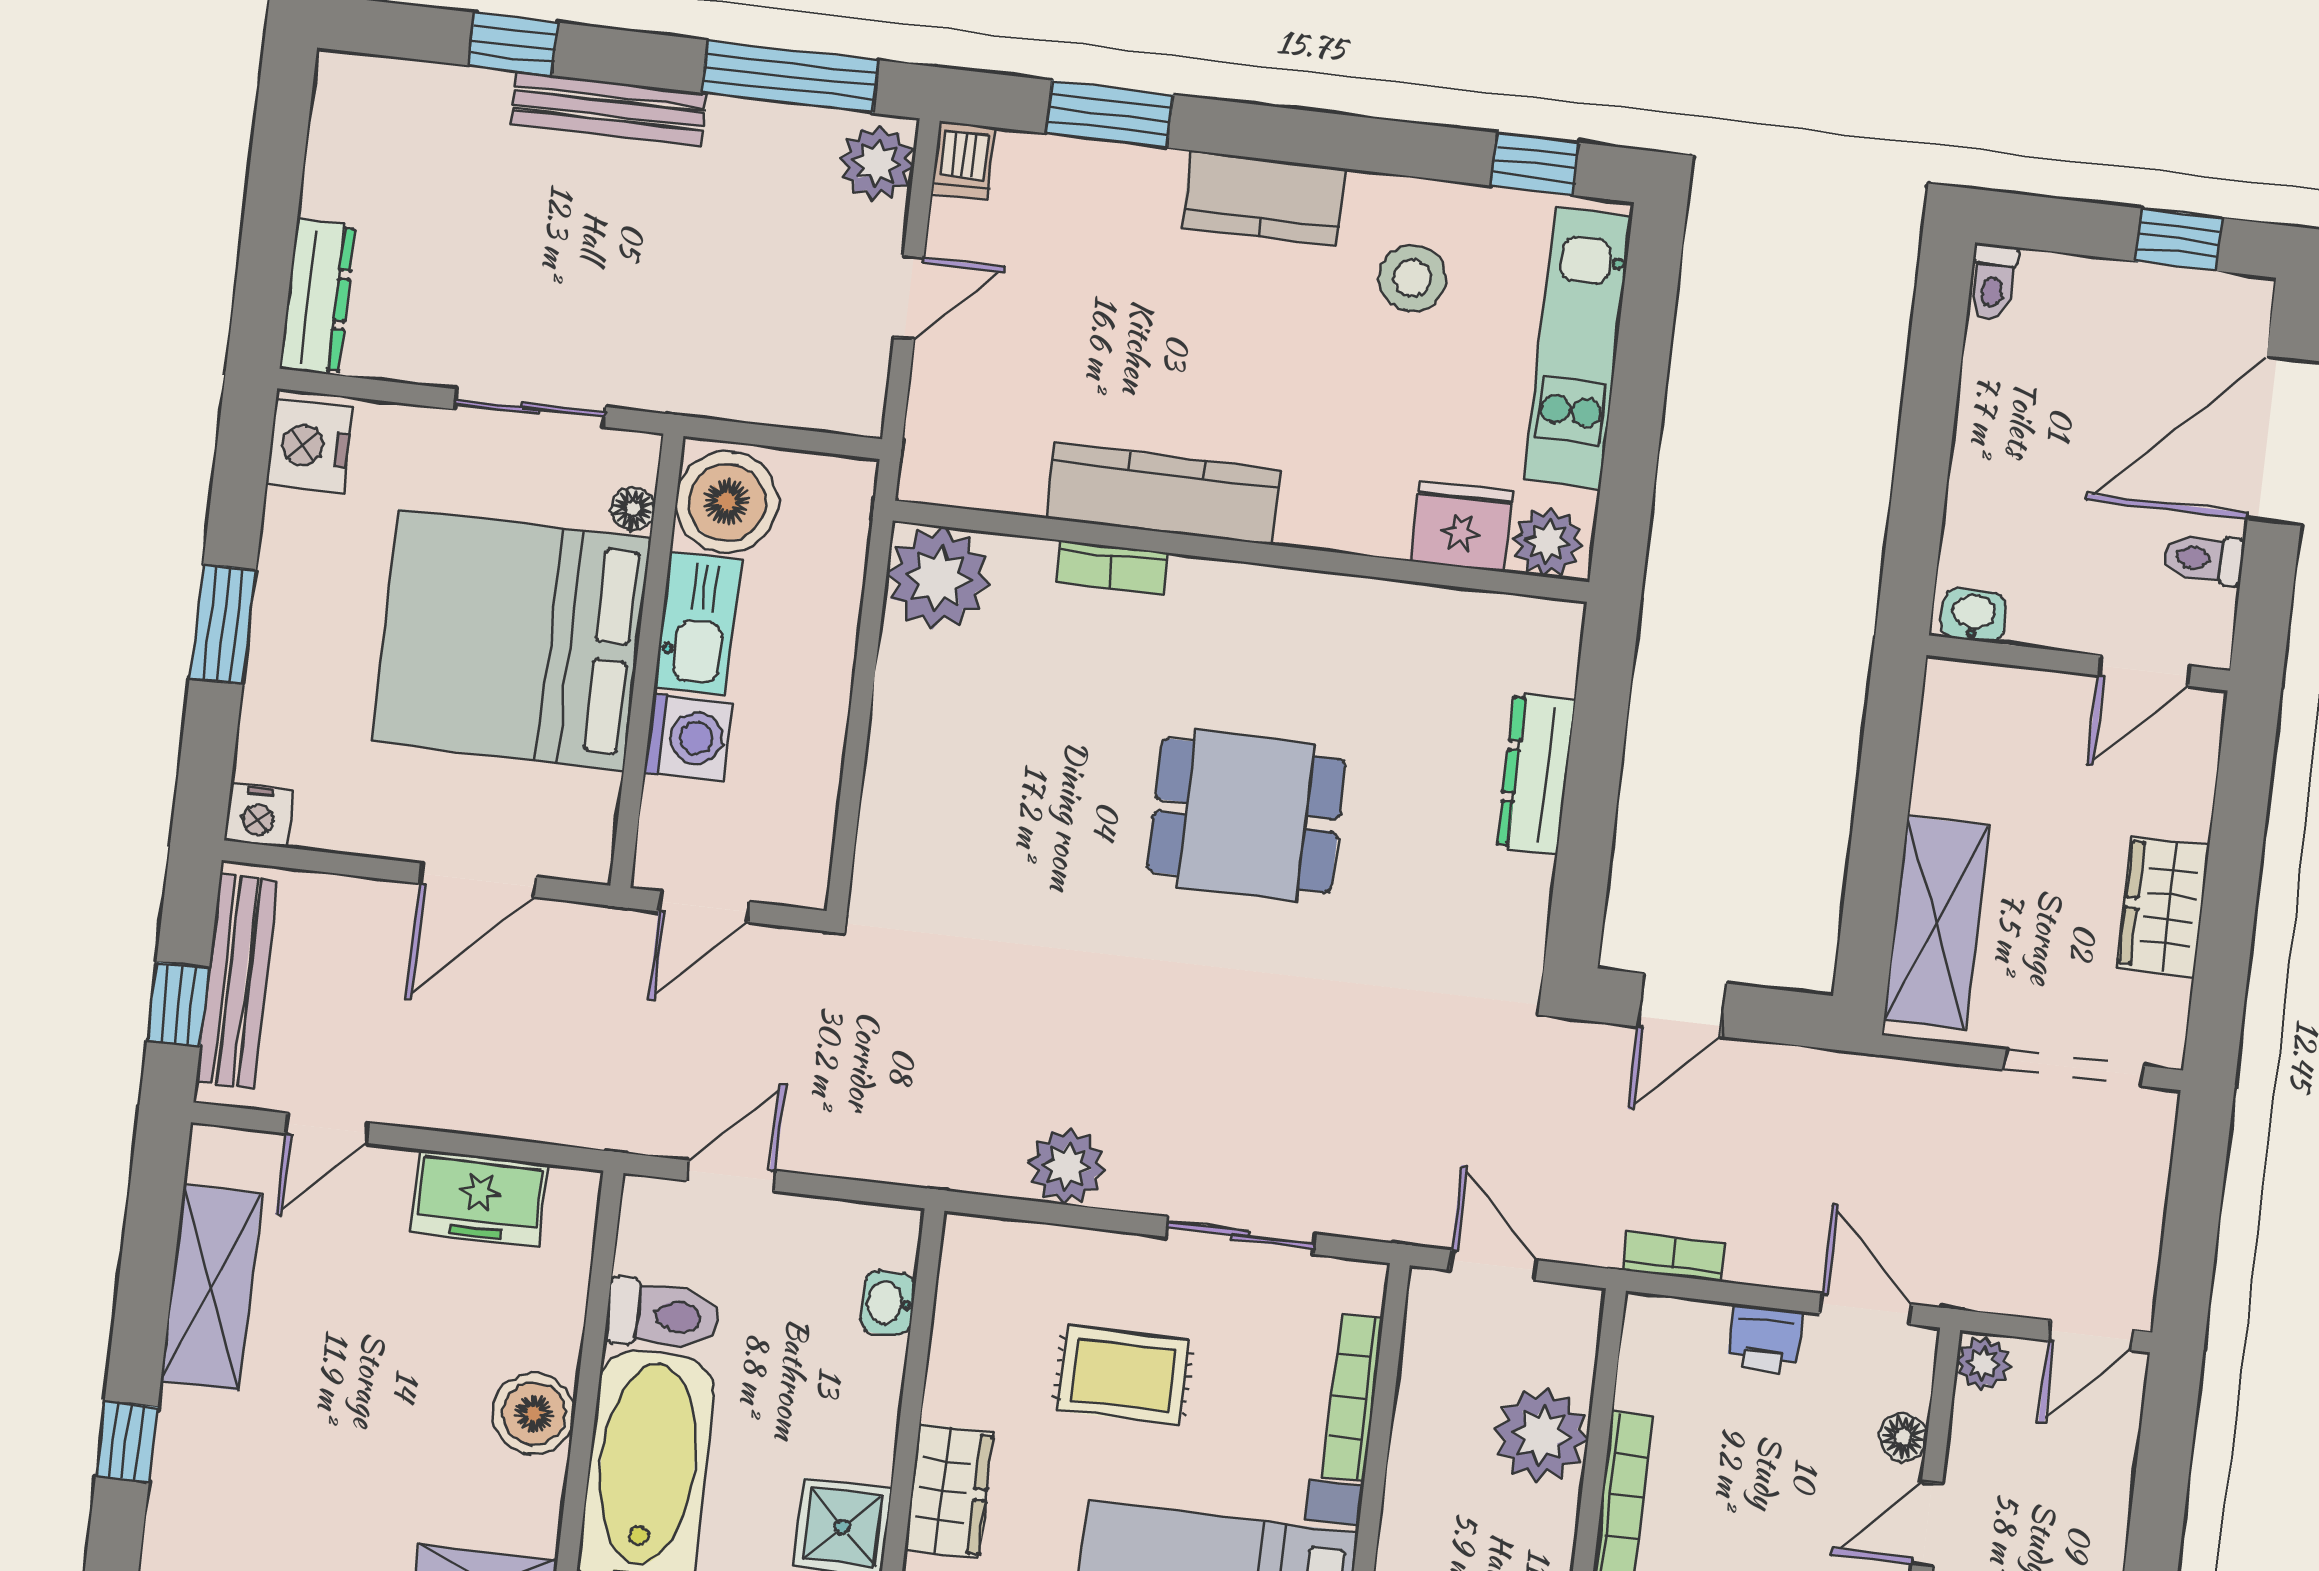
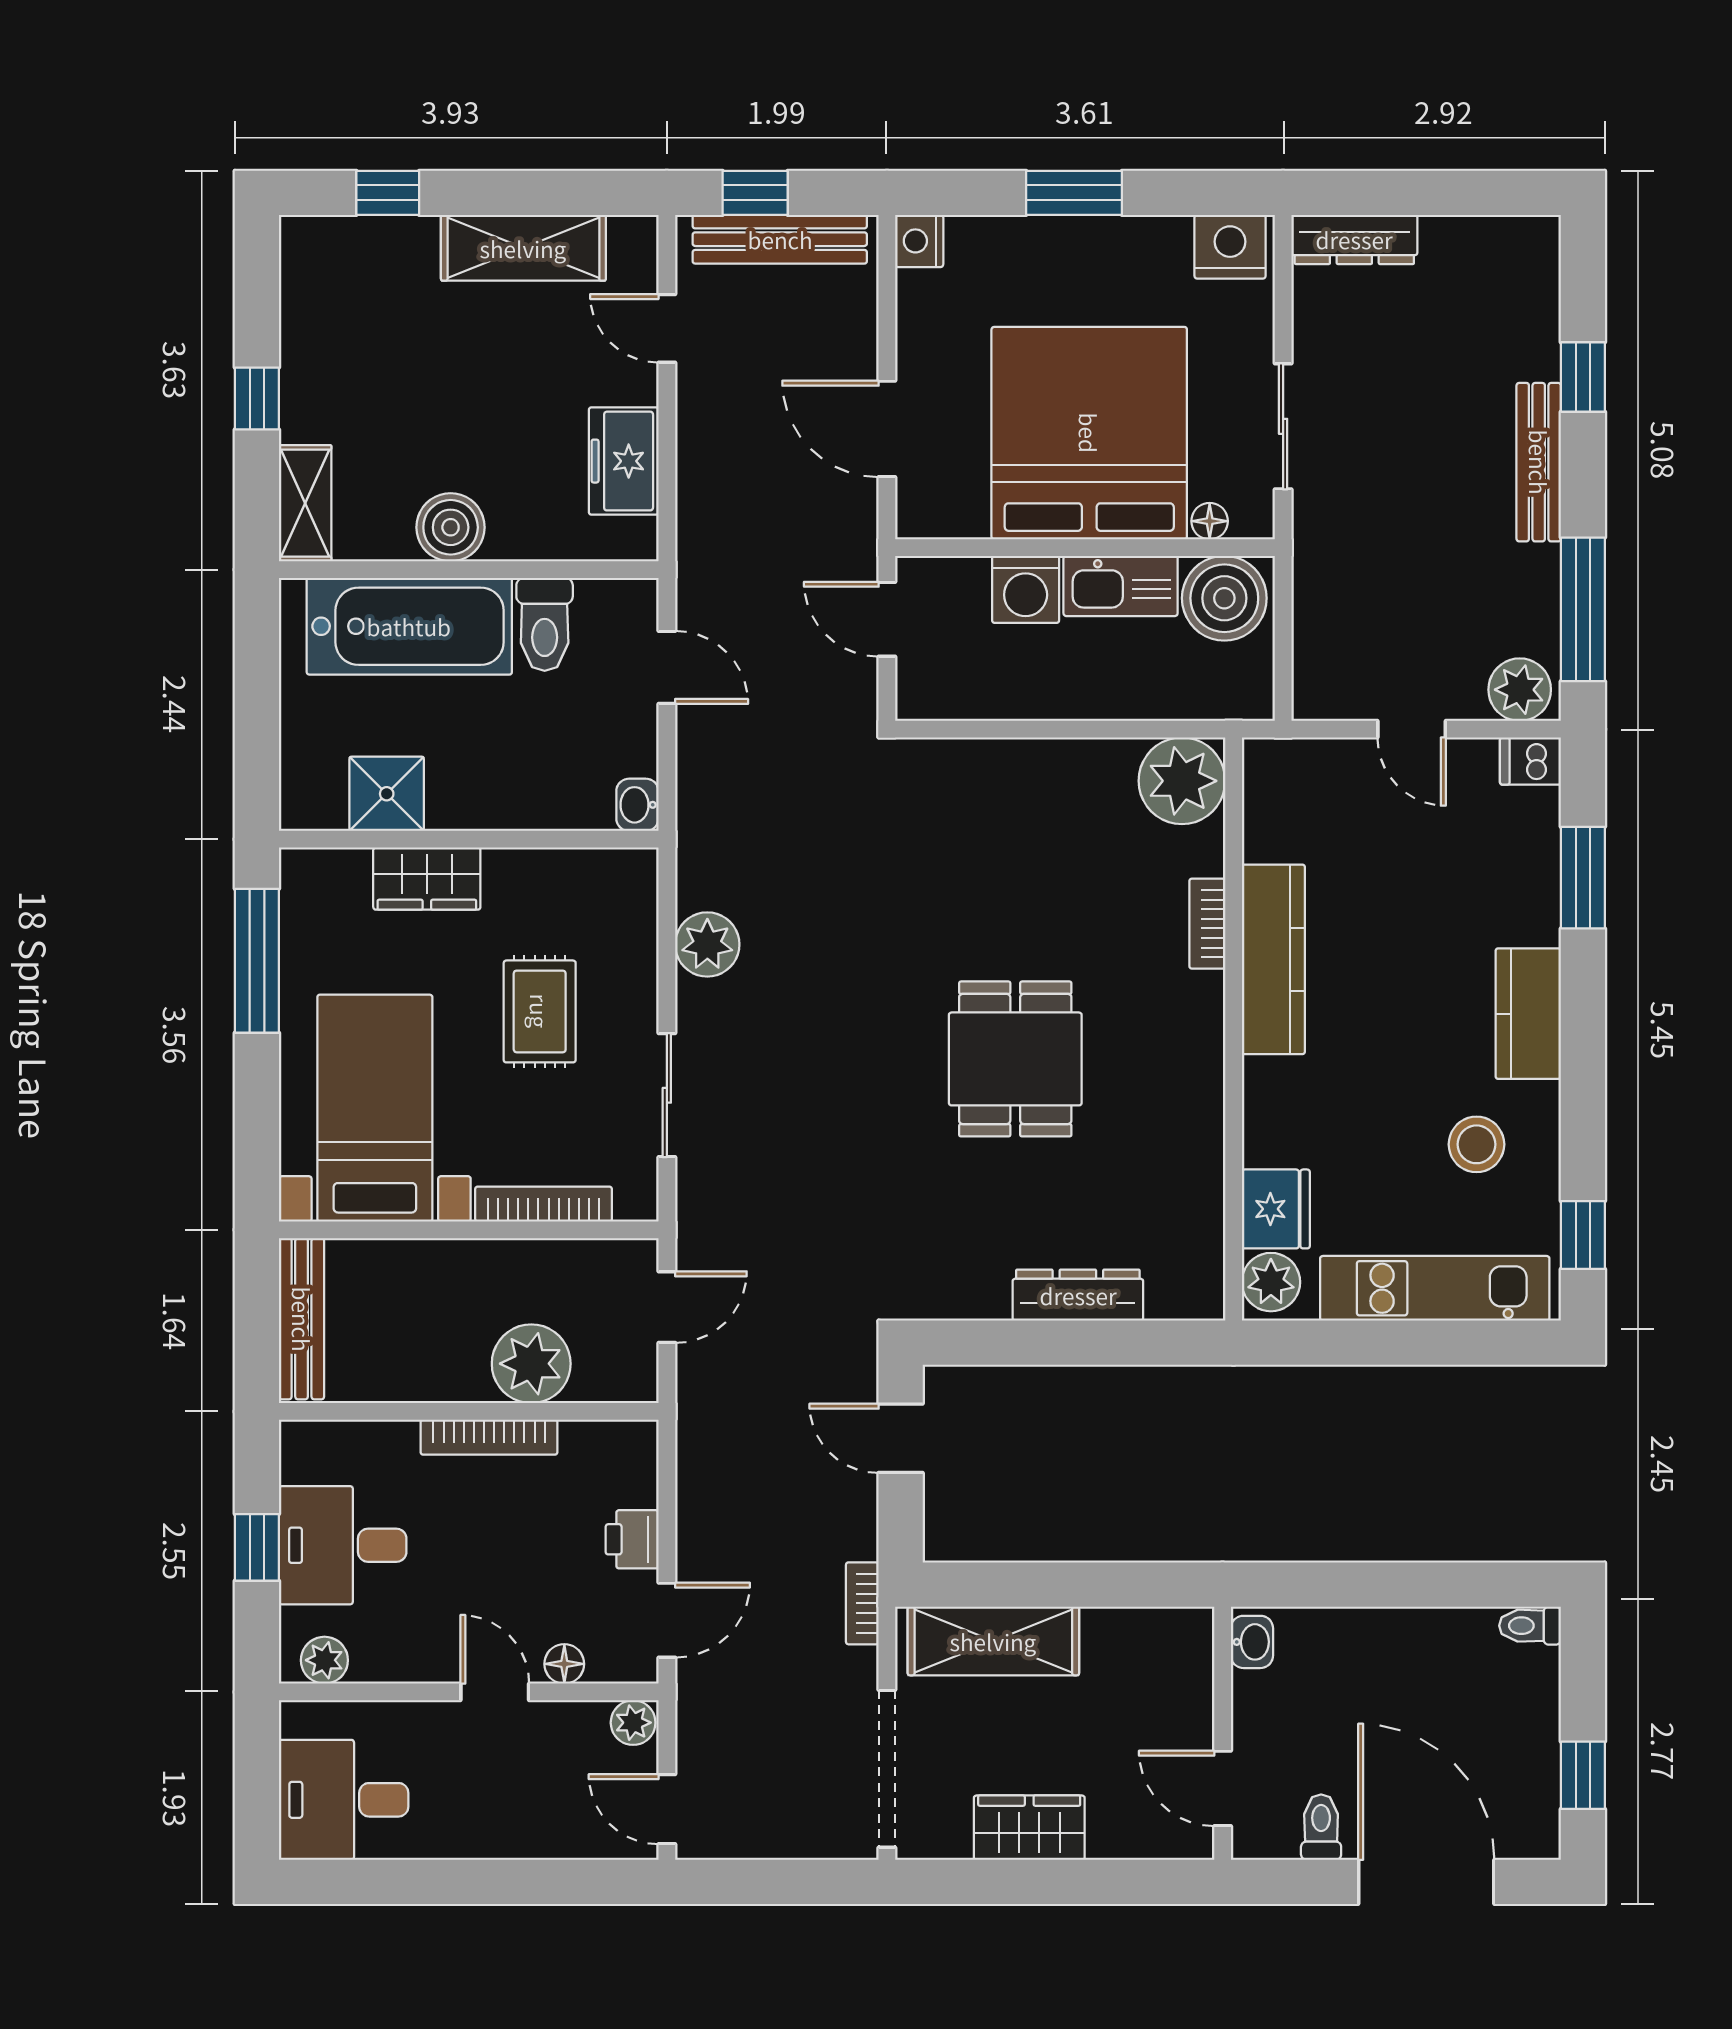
doorway: (2074, 1068) -> (887, 1769), width x1.36
bookcase: (1674, 1257) -> (862, 1603), moved, turned 180
washbasin: (888, 1303) -> (637, 805), moved, turned -90

